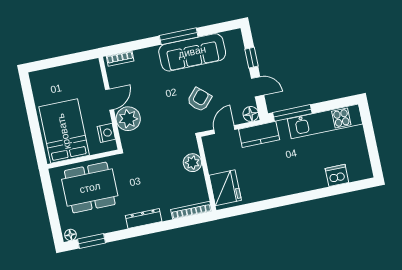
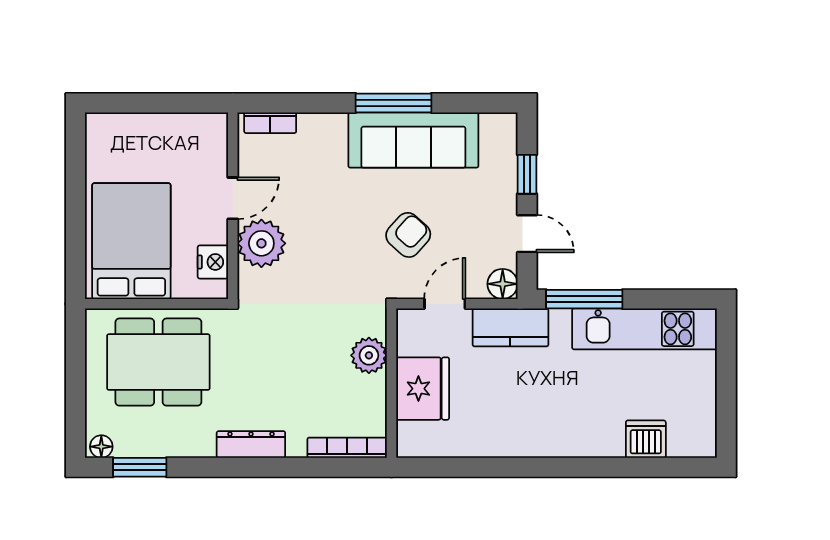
fridge: (225, 188) -> (423, 389), moved

